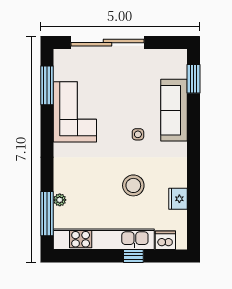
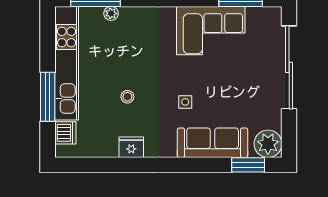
plant: (175, 61) -> (268, 144), added
stool: (133, 185) -> (127, 97), width x0.53, depth x0.53
fridge: (178, 199) -> (131, 147), moved
window: (133, 256) -> (48, 97), width x2.17

